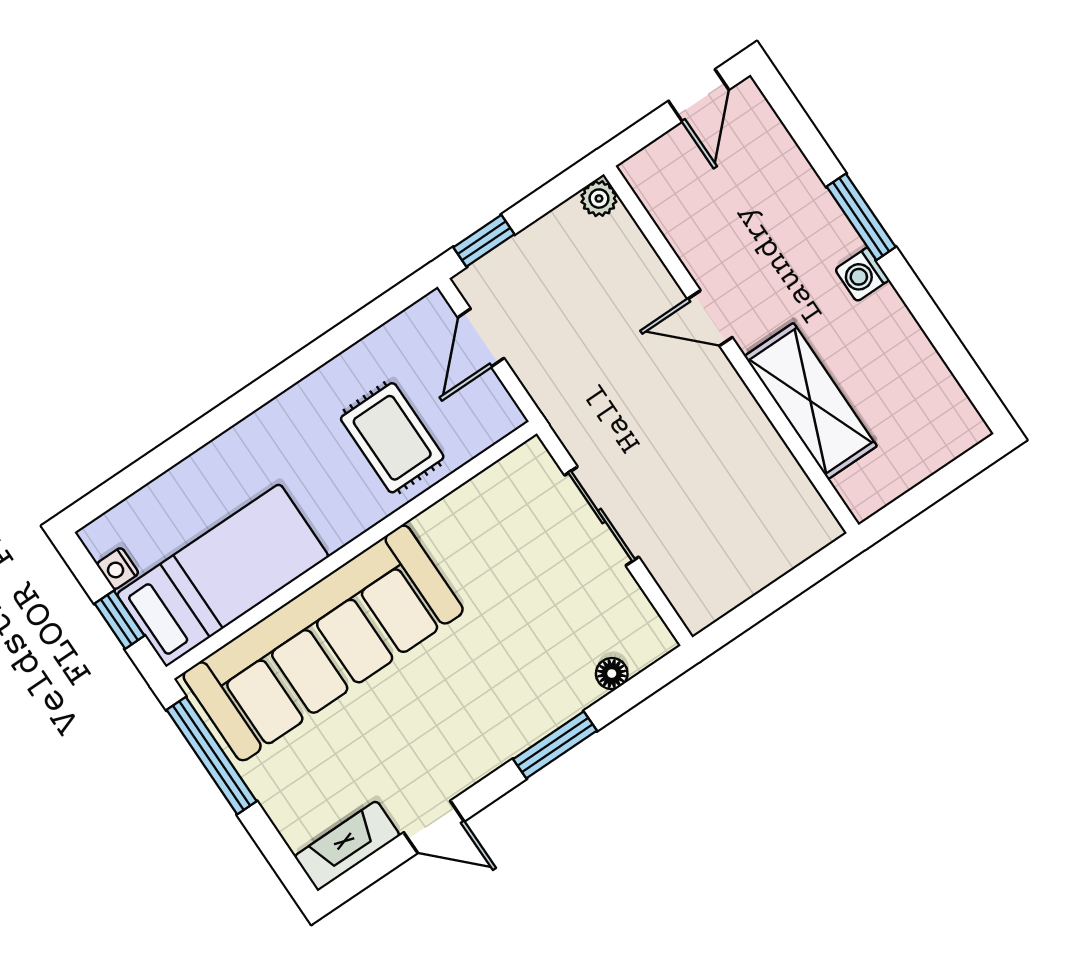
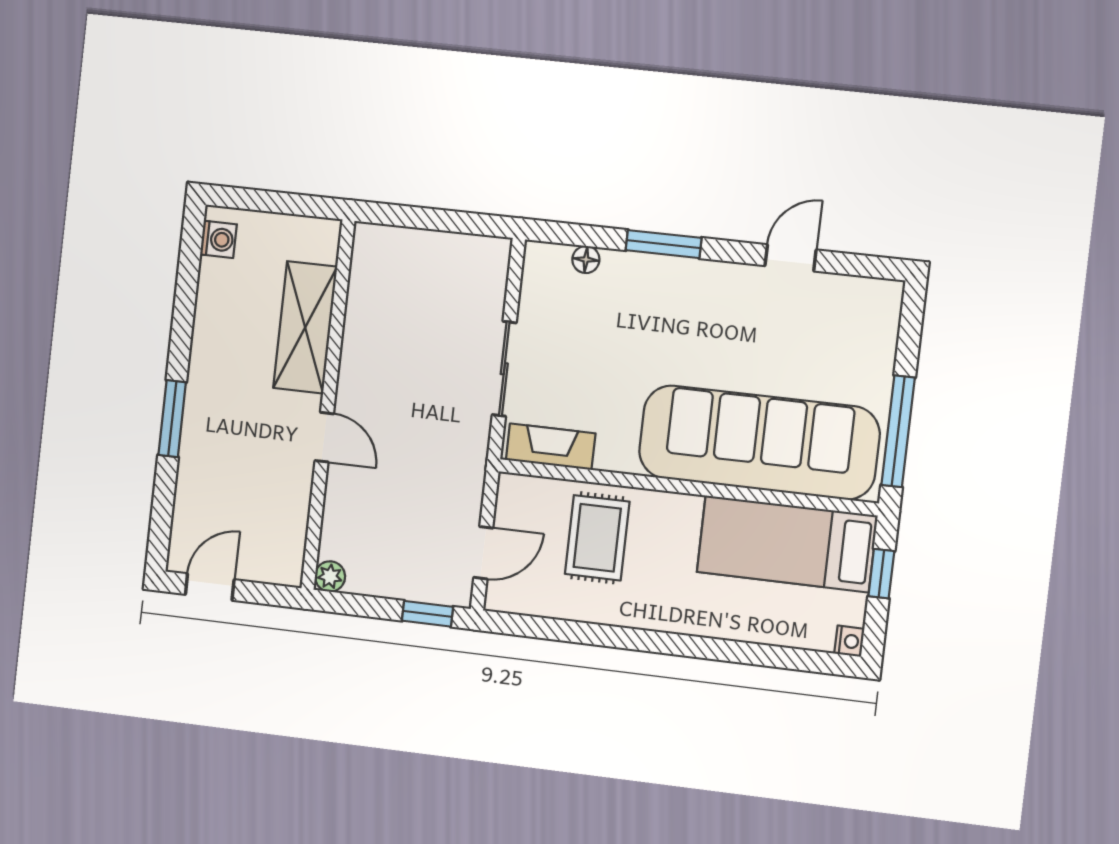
washing machine: (862, 275) -> (218, 239), moved
nightstand: (118, 569) -> (849, 641), moved
door: (434, 827) -> (791, 258), hinge flipped
fireplace: (347, 846) -> (551, 447), moved, turned 180

